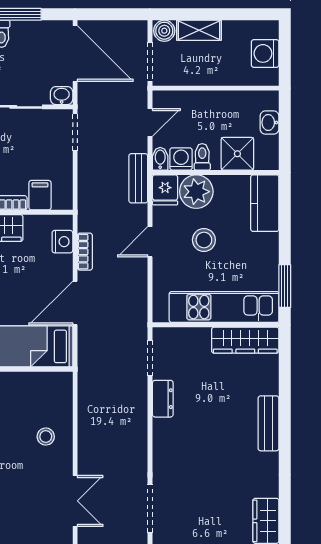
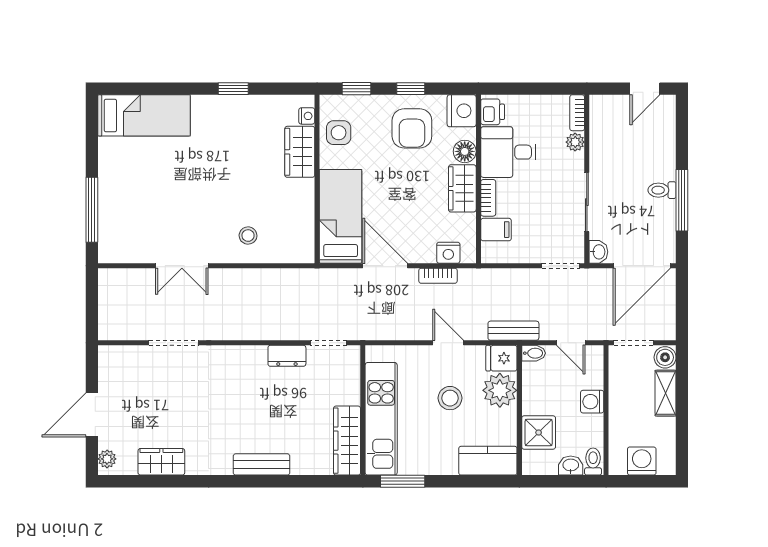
toilet: (202, 157) -> (593, 462), moved, turned -90
washing machine: (181, 159) -> (592, 402), moved, turned 180

